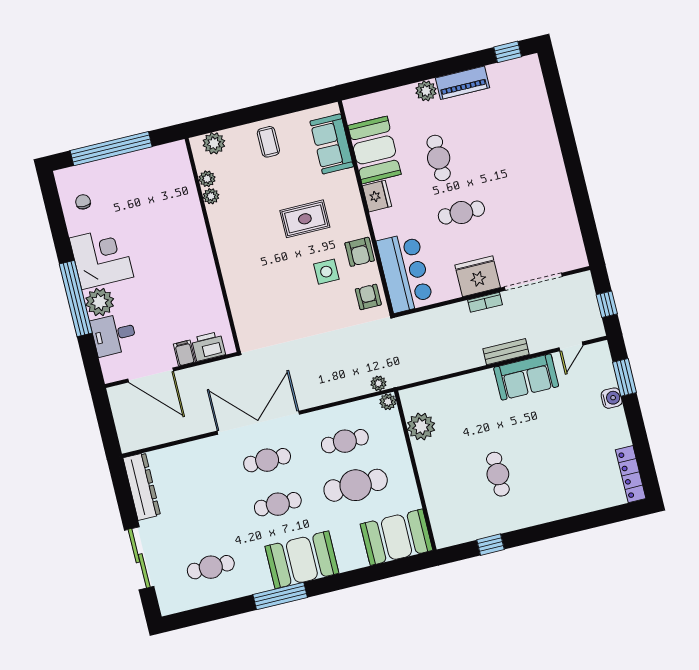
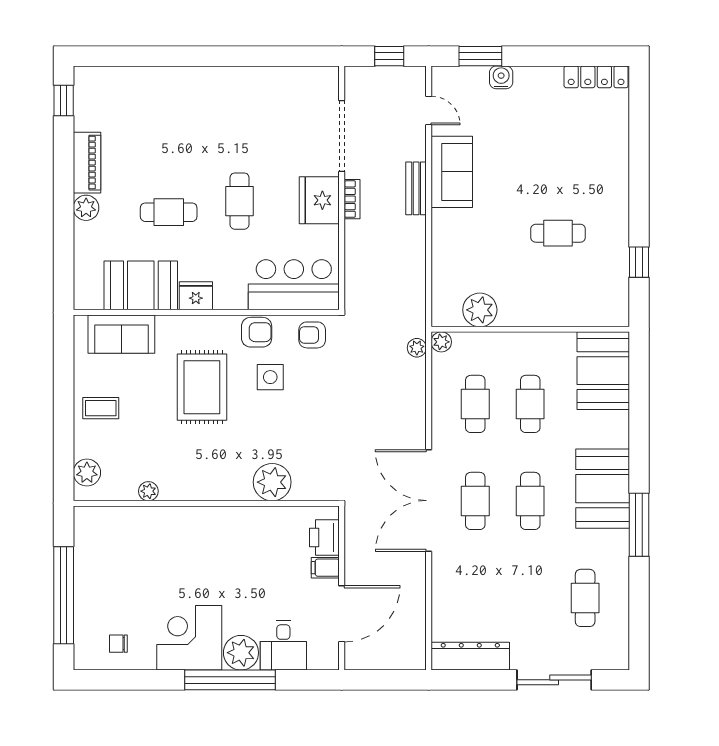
plant: (207, 179) -> (272, 482), moved, width x1.88, depth x1.88
rug: (305, 219) -> (202, 387), width x1.36, depth x1.43
cafe table: (356, 485) -> (530, 404), width x0.73, depth x0.74

